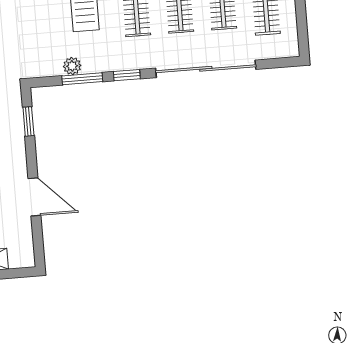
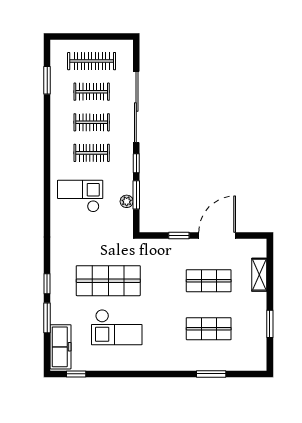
window: (28, 121) -> (179, 235), moved
door: (34, 197) -> (217, 235), width x1.36

